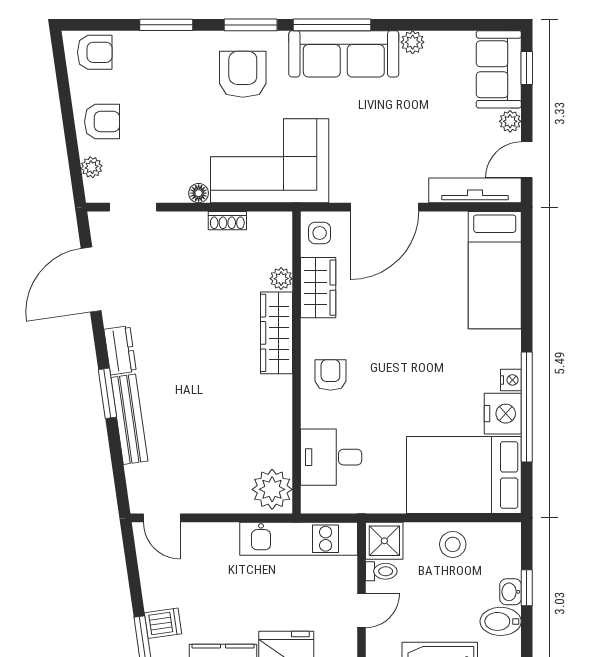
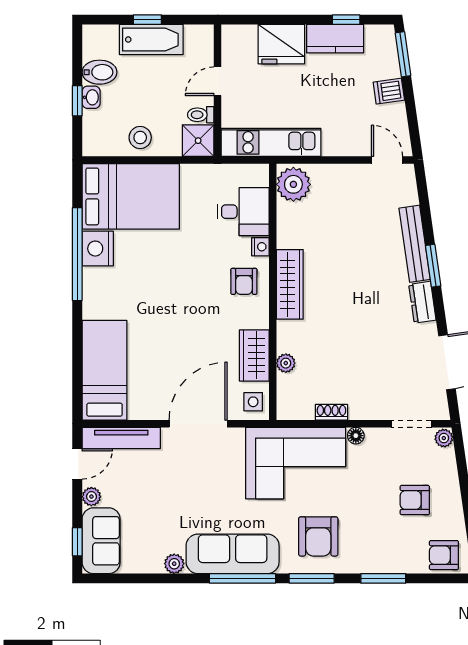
armchair: (102, 122) -> (415, 500), moved
plant: (92, 167) -> (444, 438), moved
wardrobe: (276, 333) -> (290, 284), moved
nightstand: (511, 380) -> (260, 247), moved, turned 180
dishwasher: (163, 623) -> (389, 91), moved

